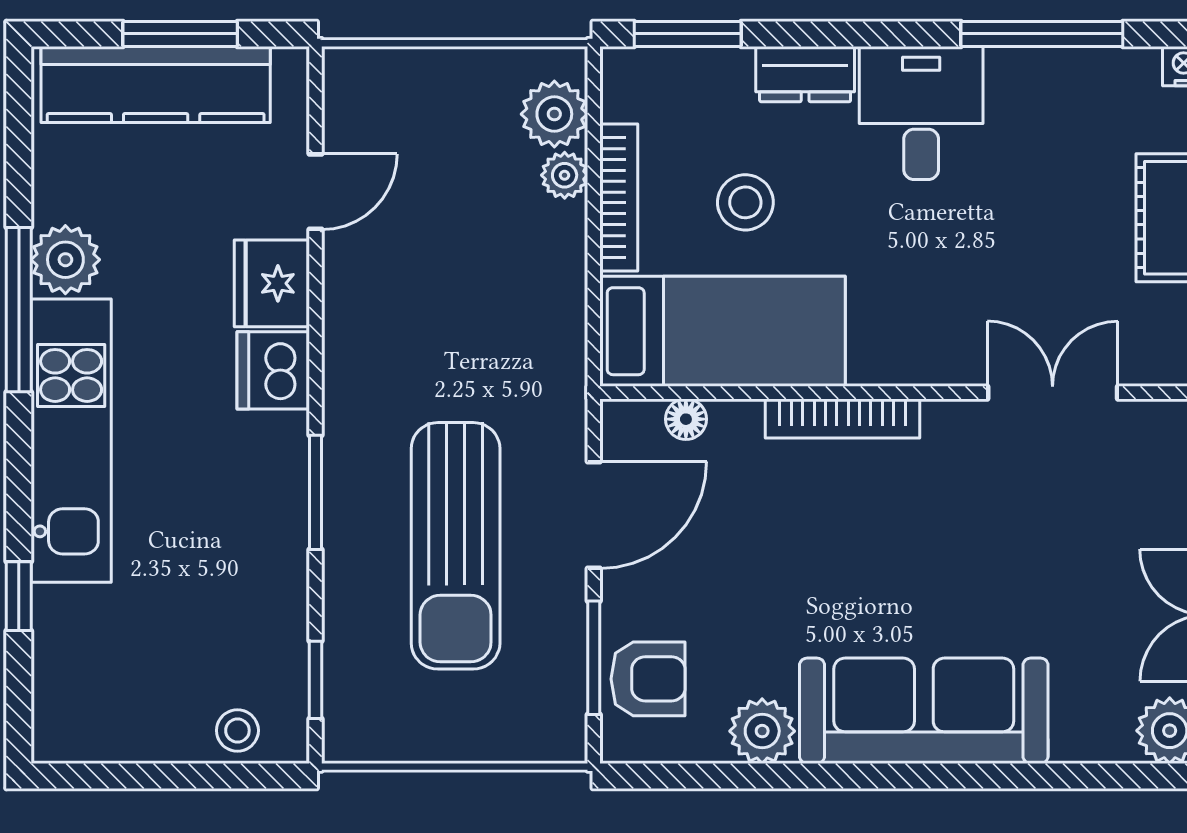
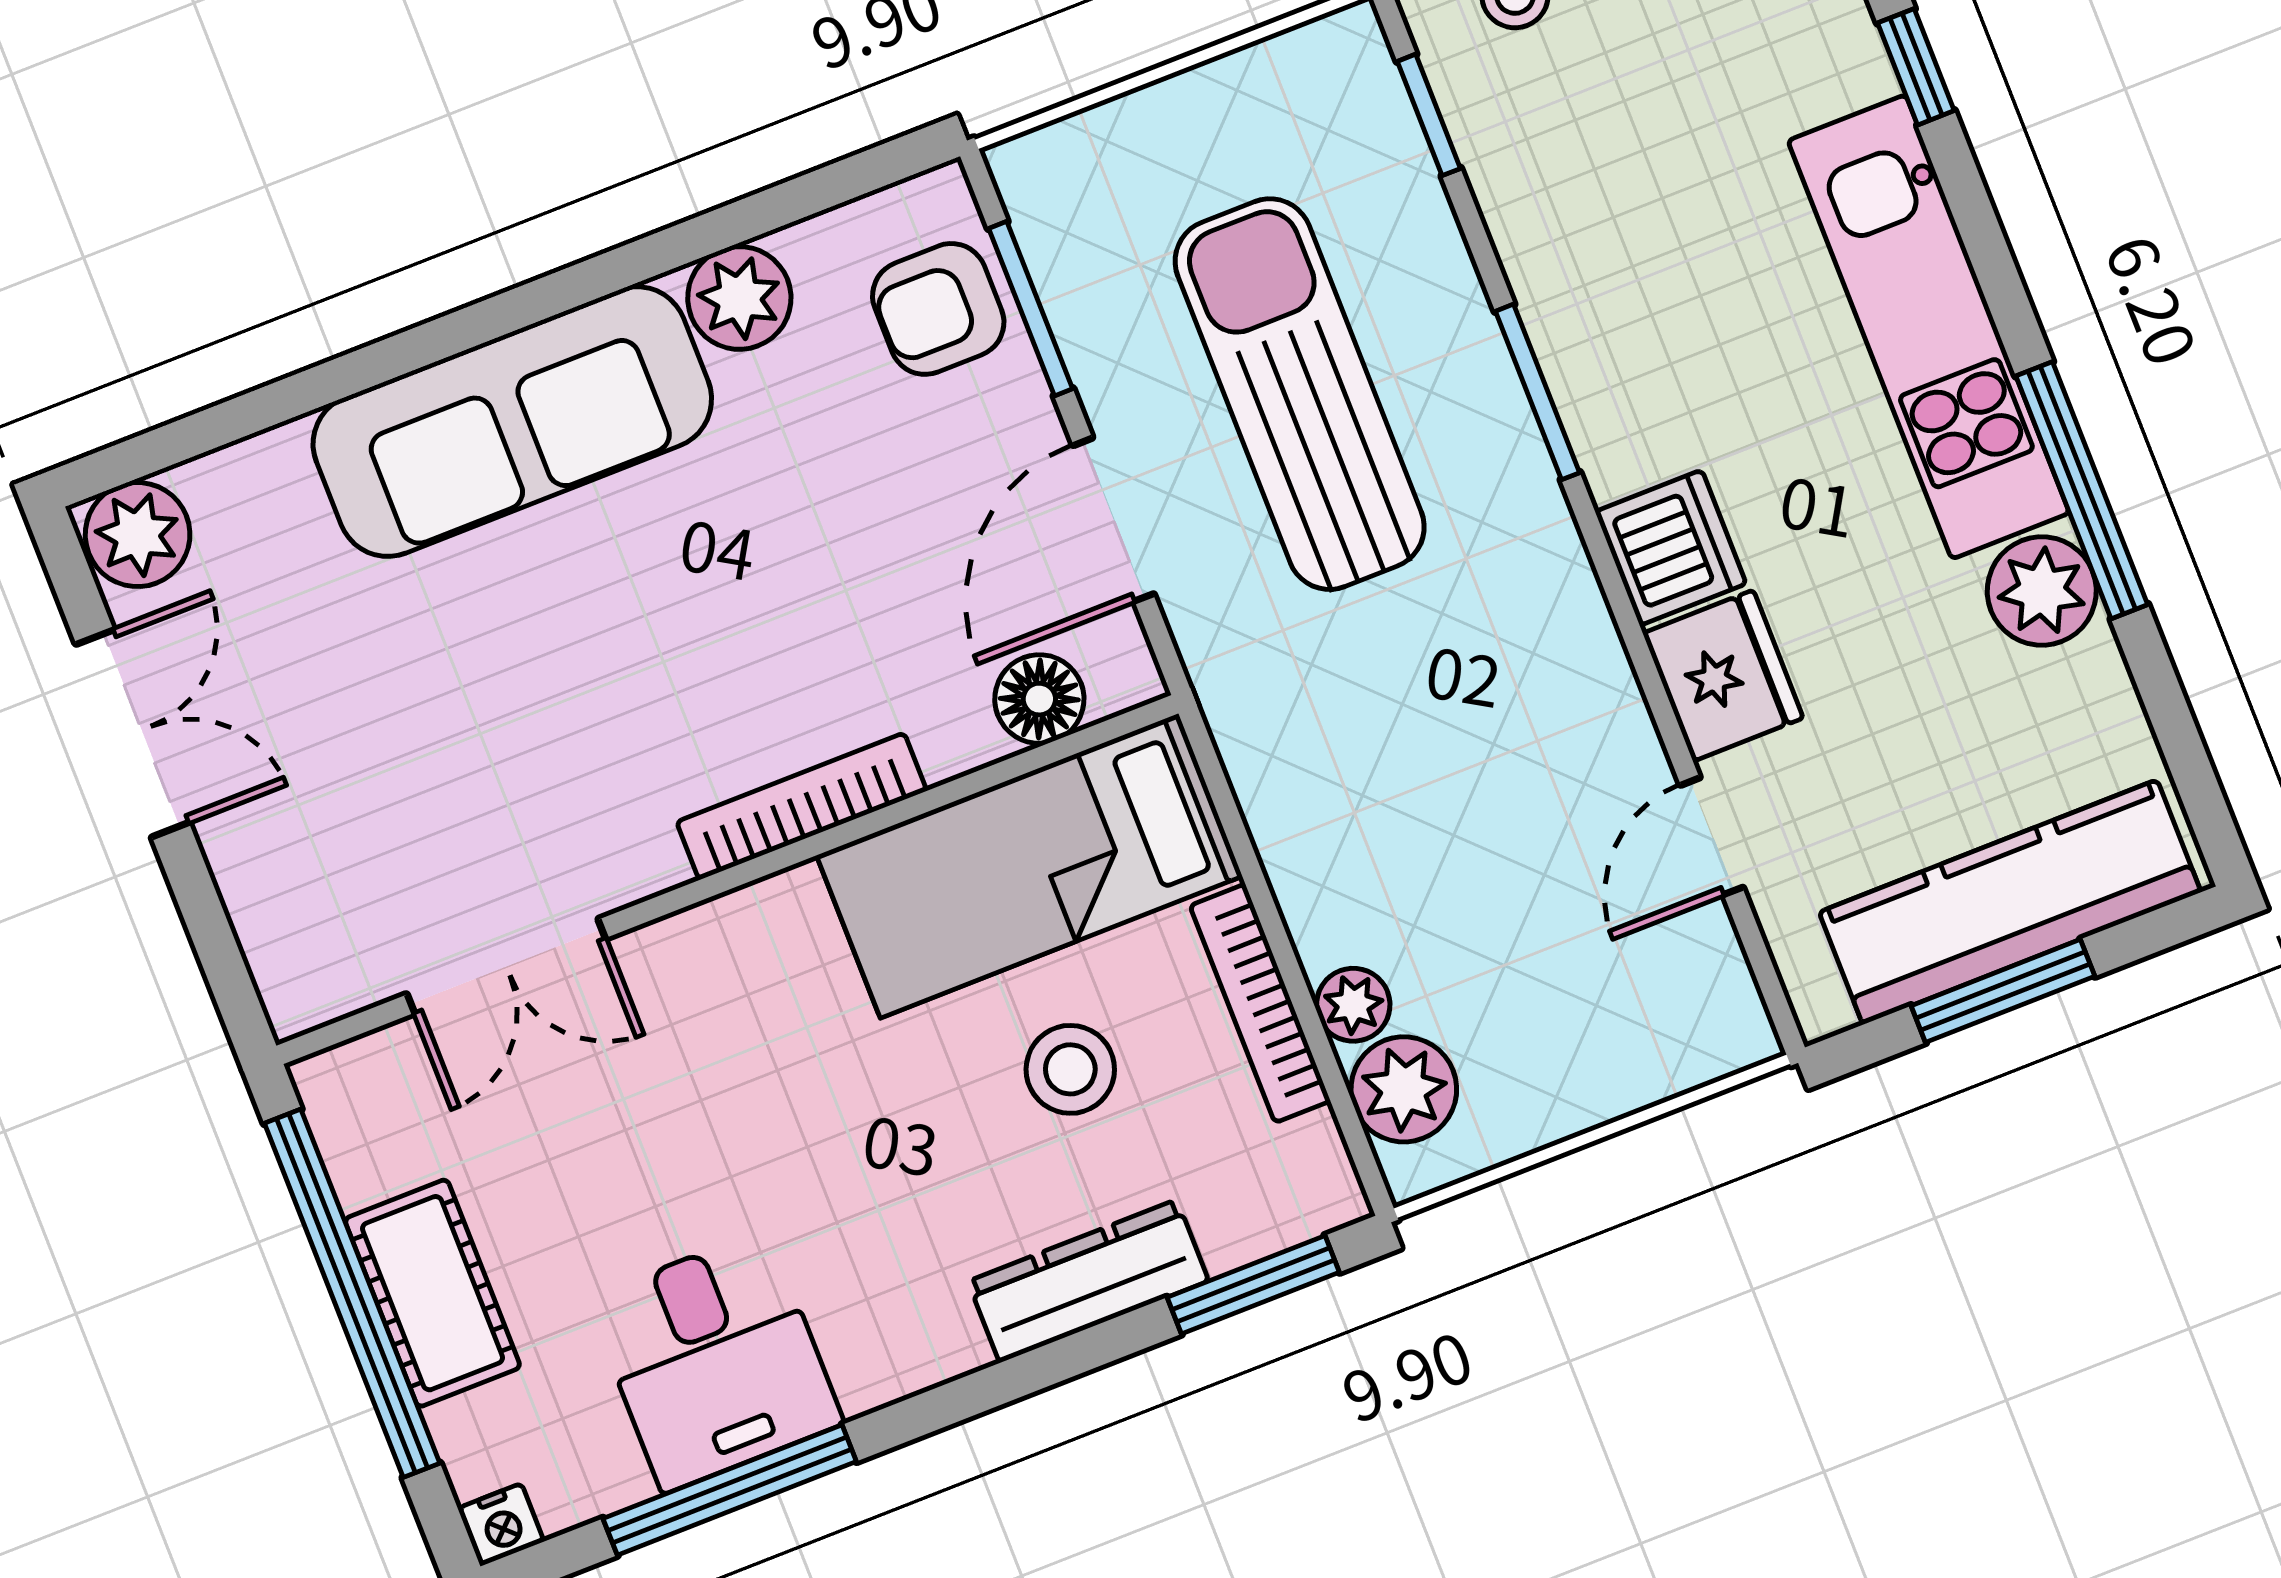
dresser: (805, 74) -> (1088, 1281), width x1.44
desk: (921, 113) -> (715, 1361), moved
floor lamp: (686, 419) -> (1039, 699), width x1.37, depth x1.37

